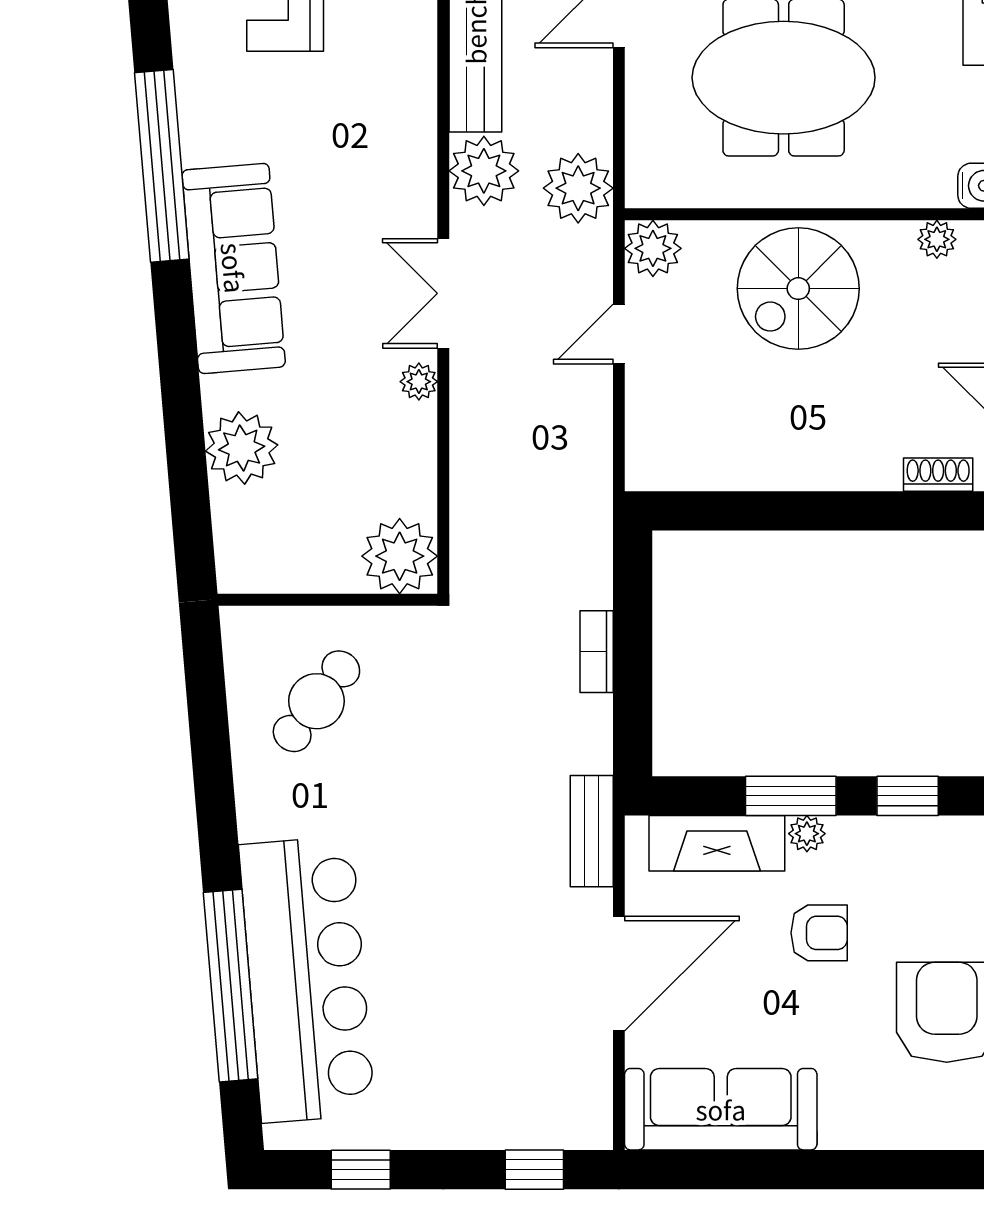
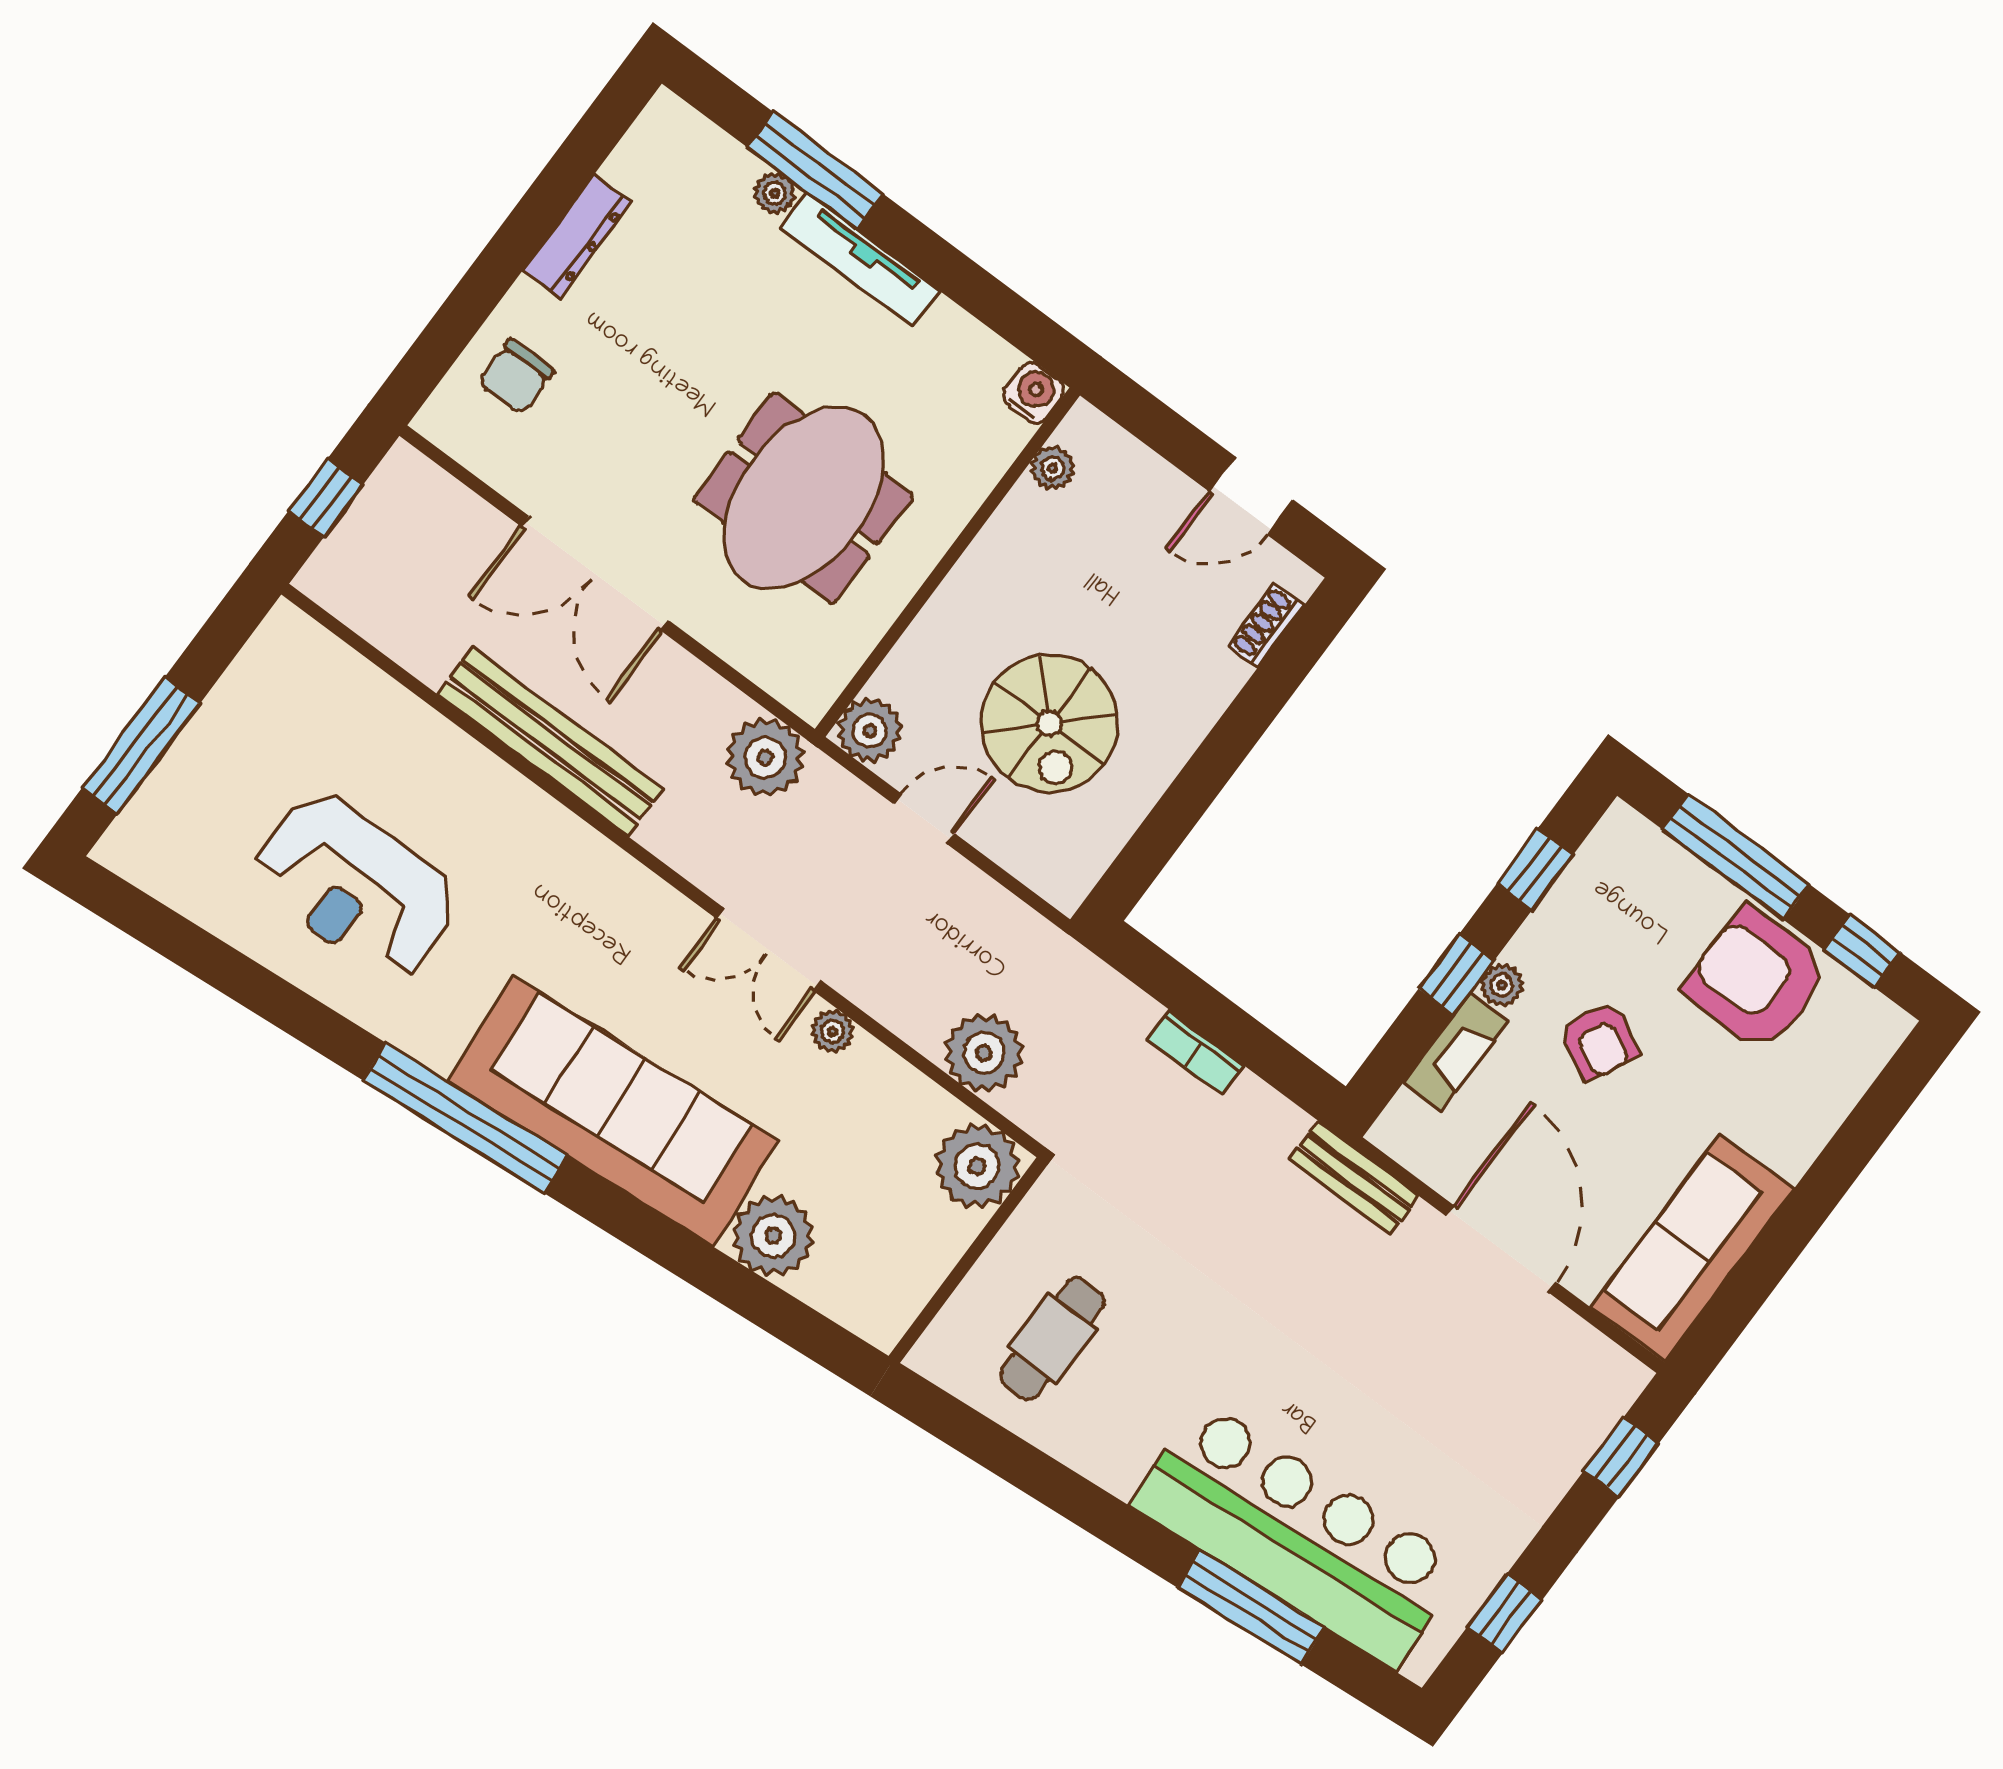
plant: (484, 171) -> (984, 1053), moved
sofa: (234, 268) -> (613, 1111), width x1.36, depth x1.27
spiral stairs: (798, 289) -> (1049, 723), moved
door: (619, 334) -> (924, 819), swing flipped
cafe table: (316, 701) -> (1052, 1339), turned 53
window: (791, 796) -> (1456, 974), width x0.67
fireplace: (717, 843) -> (1456, 1052), width x0.73, depth x0.76
armchair: (819, 933) -> (1599, 1041), turned 117
window: (231, 986) -> (1251, 1607), width x0.68

